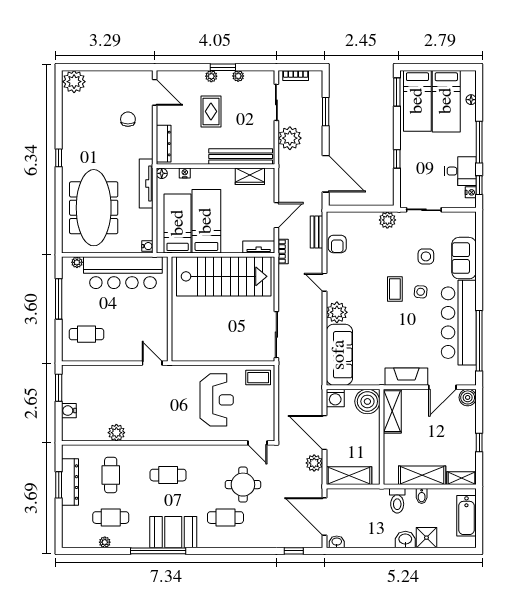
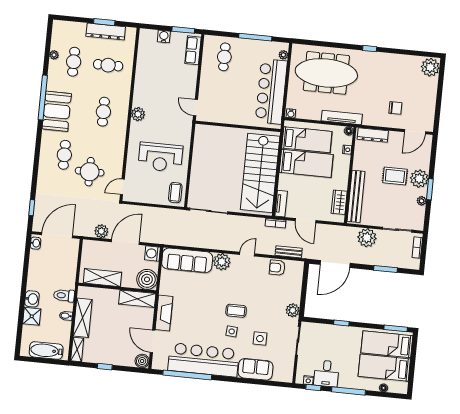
plant: (211, 76) -> (419, 179), width x1.88, depth x1.88
door: (152, 363) -> (195, 108), swing flipped
row of seats: (82, 373) -> (193, 50), added
plant: (116, 433) -> (138, 114), moved
shelving: (349, 476) -> (102, 278), moved, turned 90

